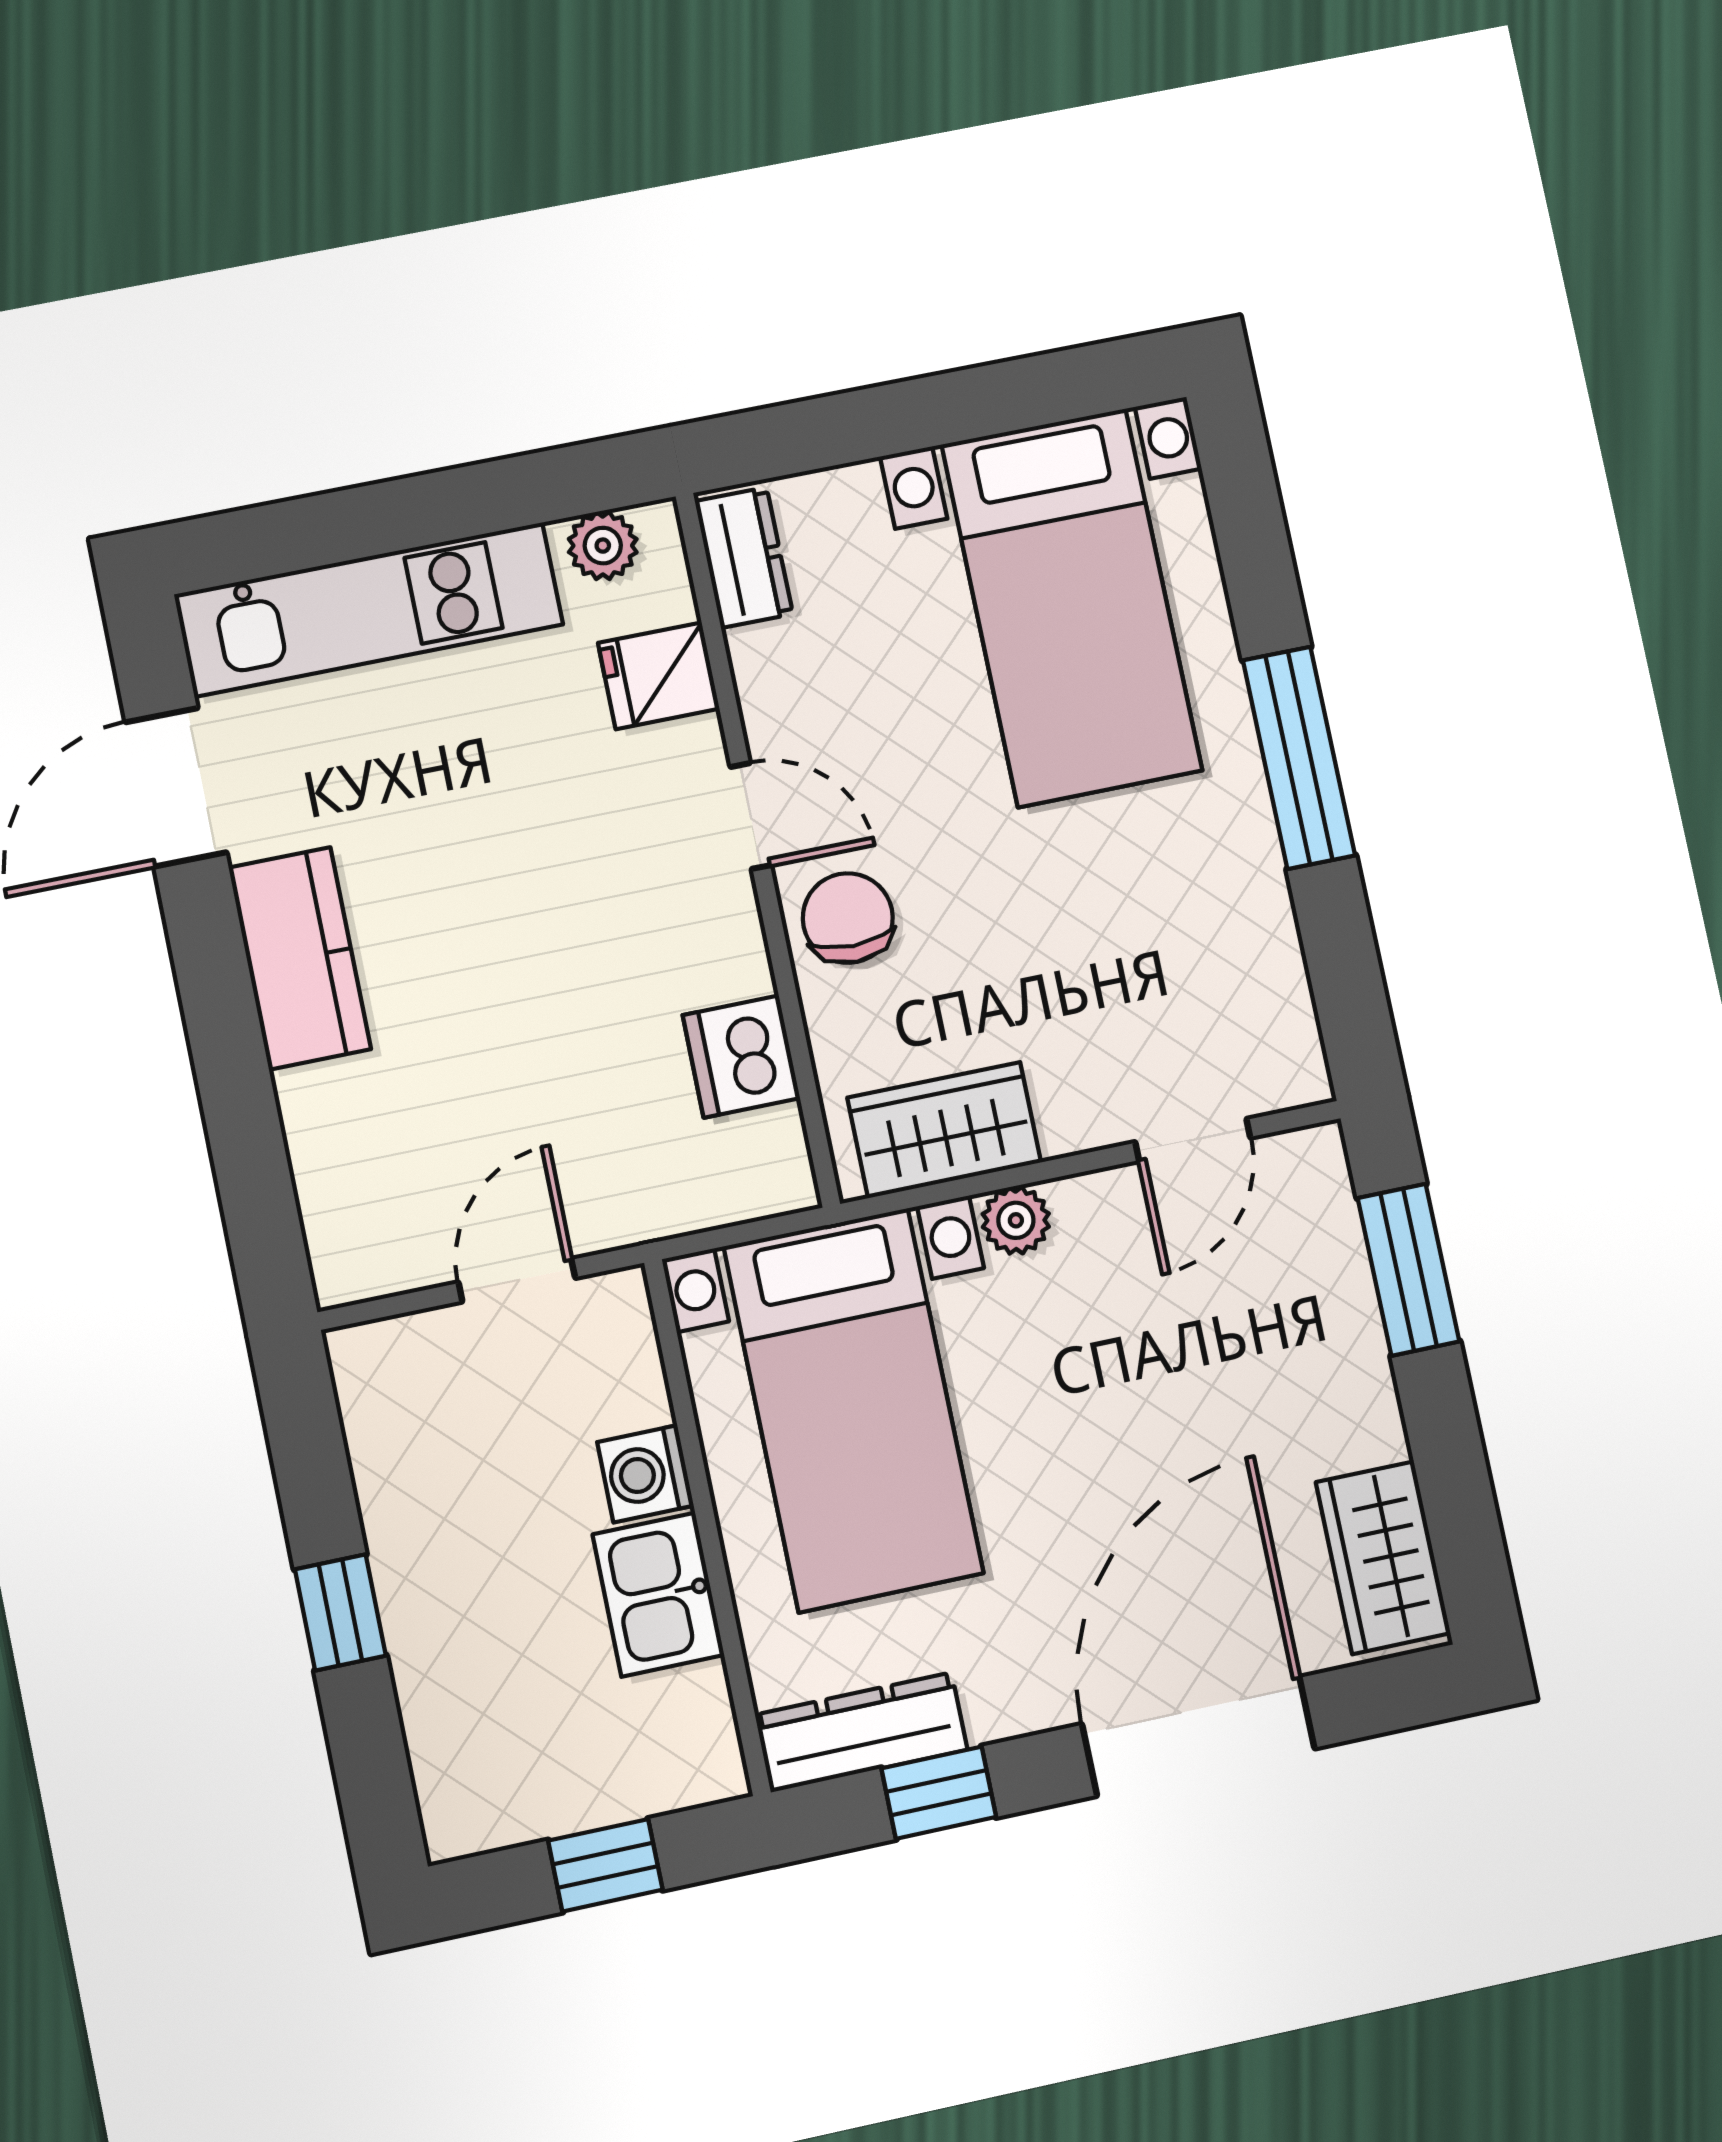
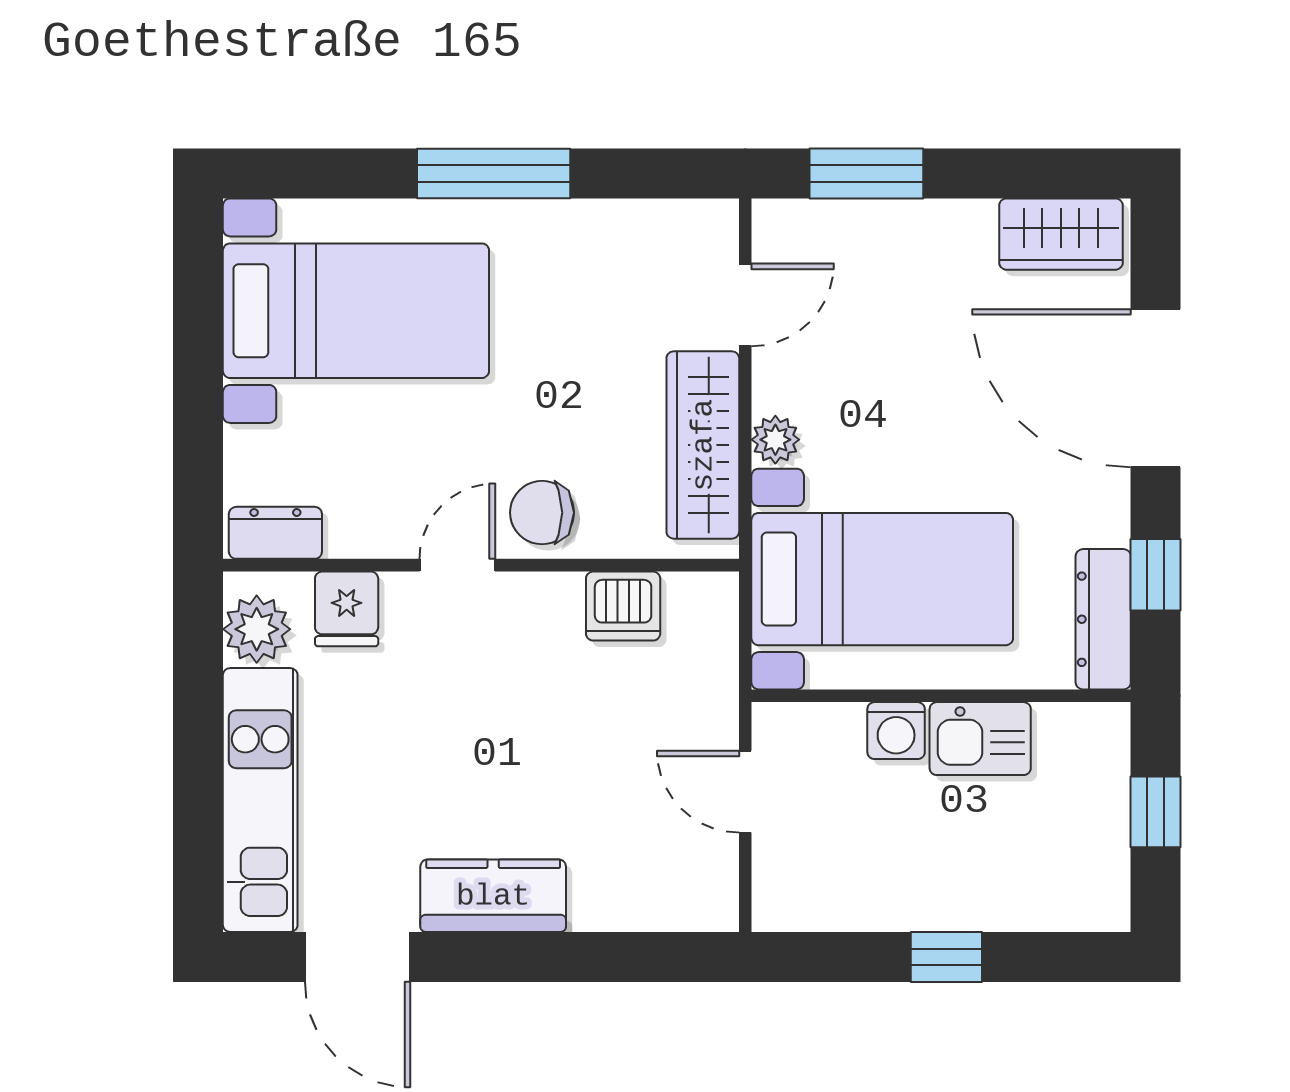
plant: (603, 546) -> (257, 629), width x1.38, depth x1.38
wardrobe: (944, 1130) -> (703, 445), width x1.50
door: (1193, 1140) -> (745, 305), hinge flipped

